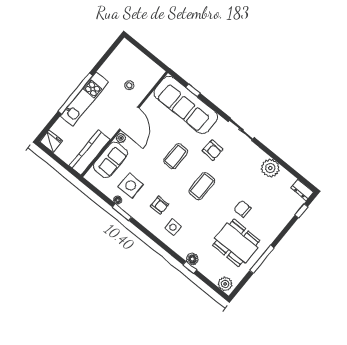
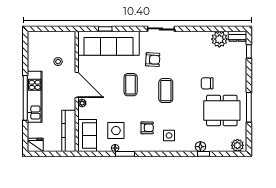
sofa: (110, 160) -> (87, 136), moved
plant: (270, 168) -> (219, 39), moved

